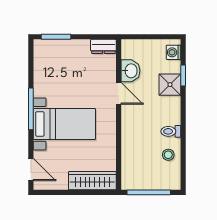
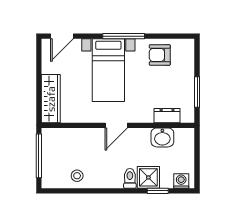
window: (56, 37) -> (197, 92), moved
dresser: (103, 46) -> (167, 116), moved, turned 90
armchair: (49, 73) -> (160, 55), added
door: (119, 93) -> (116, 125), moved
toilet: (171, 131) -> (130, 178), moved

